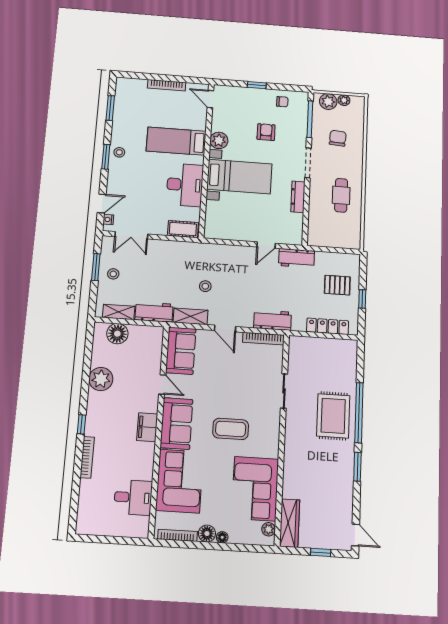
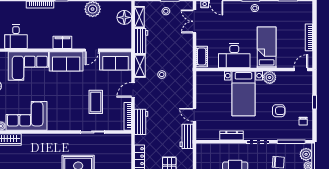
coffee table: (231, 429) -> (96, 102), moved

